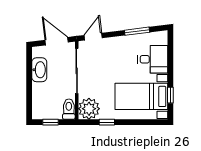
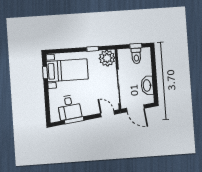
door: (93, 37) -> (108, 114), swing flipped
desk: (153, 59) -> (69, 107), moved, turned -97
toilet: (69, 109) -> (136, 56), moved

